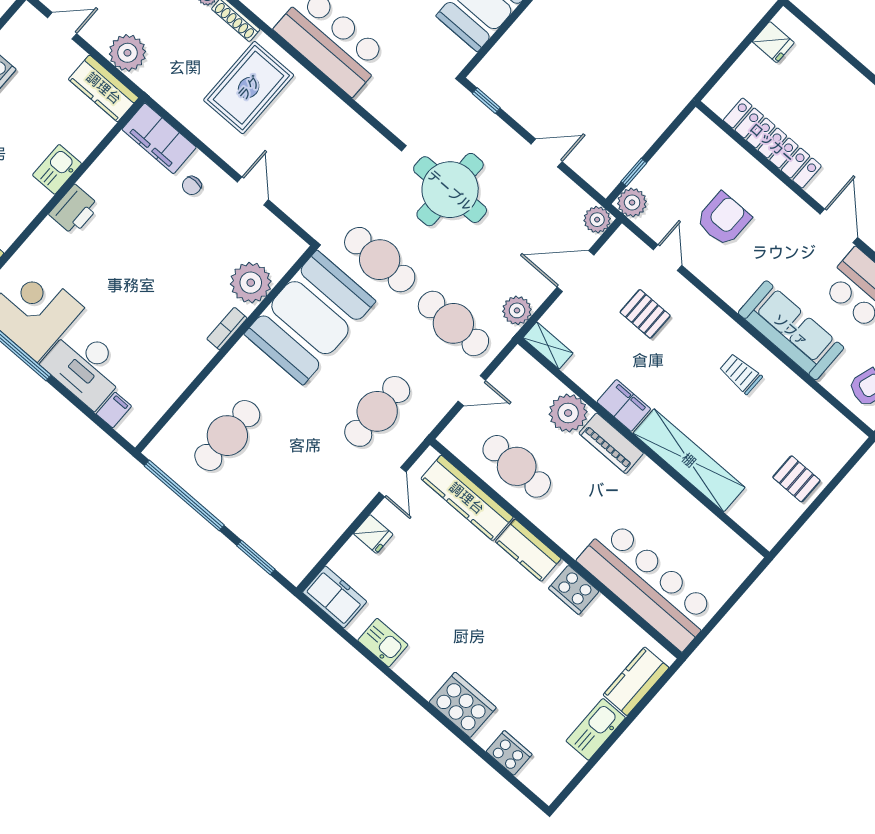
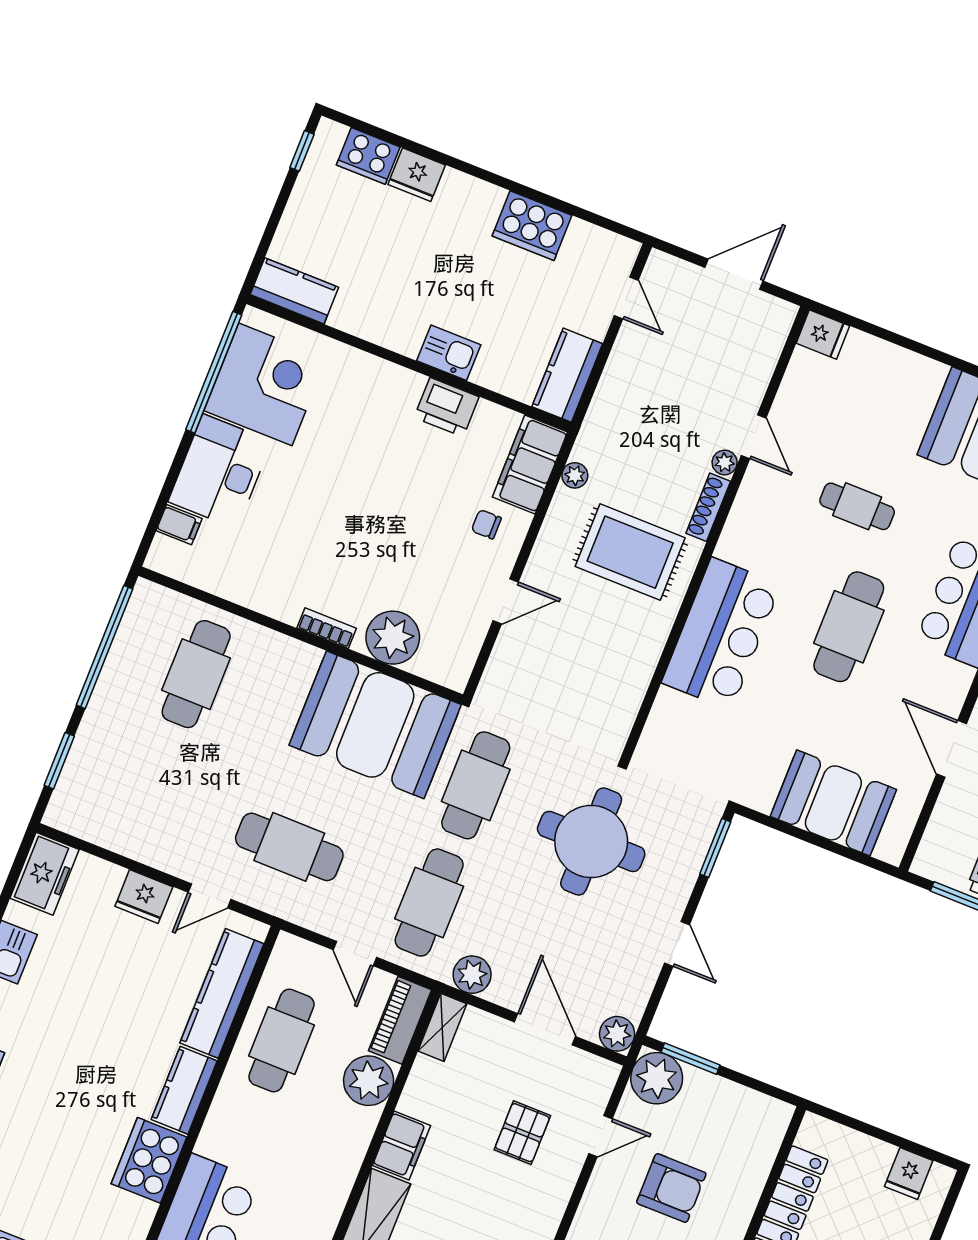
plant: (127, 53) -> (575, 475), moved, width x0.53, depth x0.53
window: (486, 101) -> (715, 848), width x1.50
window: (634, 172) -> (691, 1059), width x1.50
plant: (632, 203) -> (657, 1078), width x1.36, depth x1.36
printer: (74, 210) -> (447, 407), moved
cafe table: (227, 436) -> (196, 674), turned 90
piano: (611, 443) -> (400, 1020), moved
fridge: (373, 534) -> (144, 896), width x1.38
cooker: (574, 590) -> (149, 1160), width x1.37, depth x1.31

